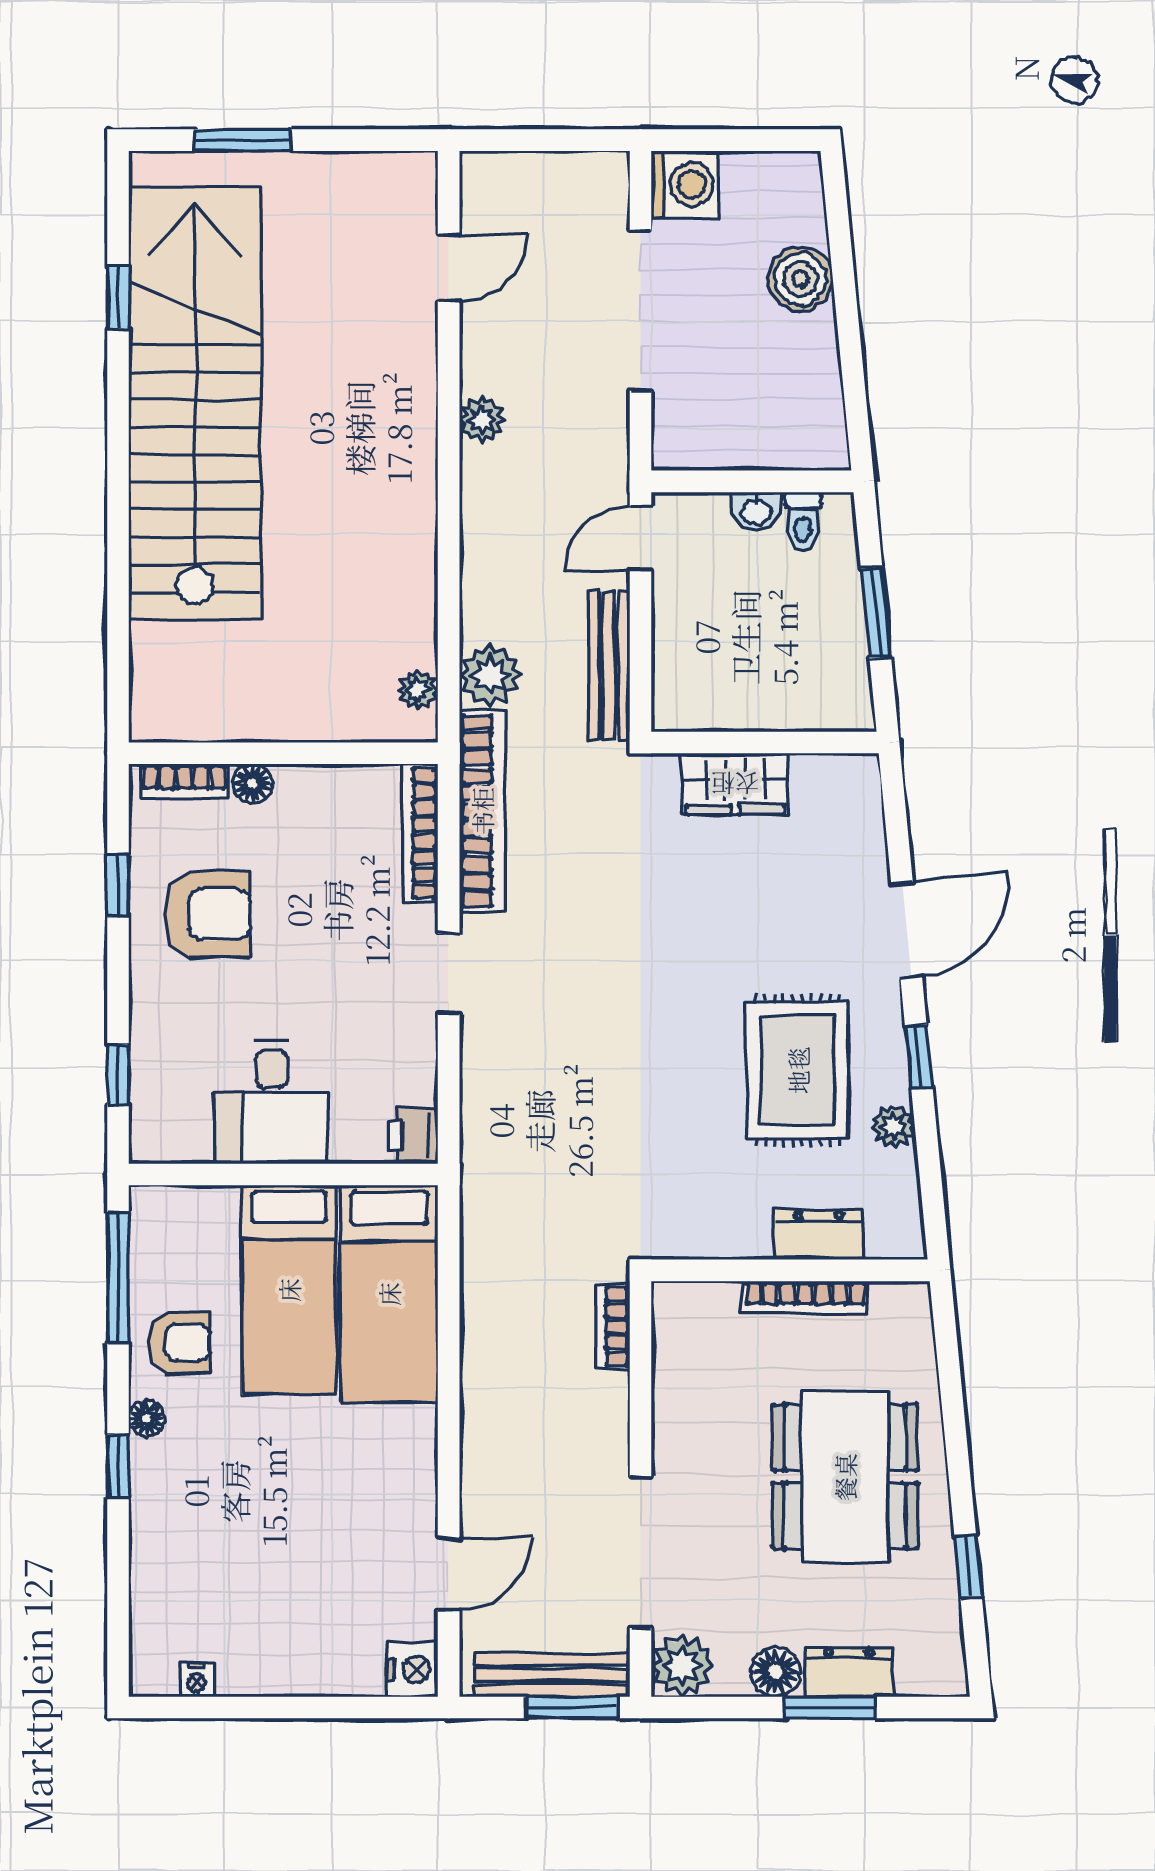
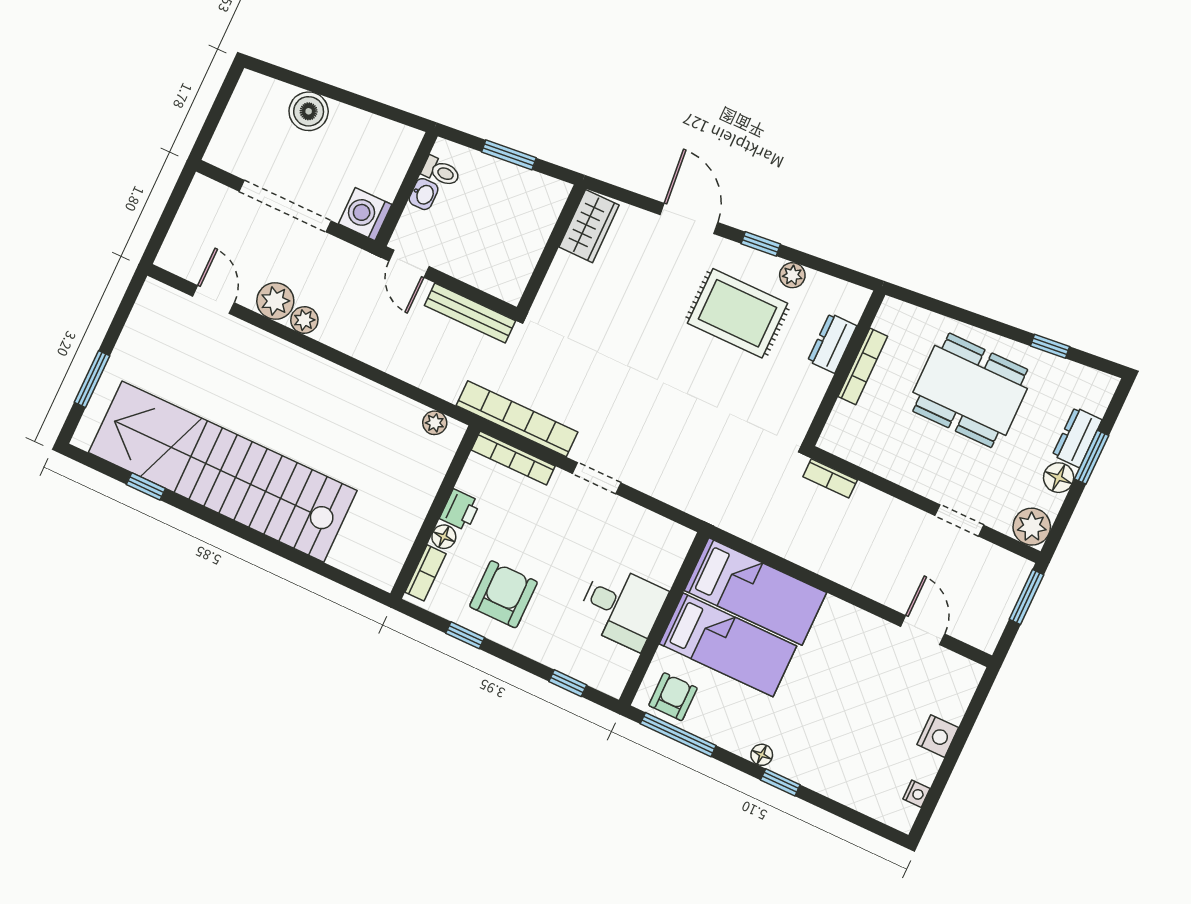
washing machine: (685, 184) -> (365, 214), moved, turned -90
plant: (490, 675) -> (275, 301), moved
wardrobe: (735, 784) -> (589, 226), moved
printer: (413, 1136) -> (460, 510), moved, turned -90
armchair: (179, 1343) -> (673, 697), moved
doorway: (641, 1552) -> (959, 520), width x0.53
nightstand: (413, 1669) -> (938, 736), moved, turned 90
bench: (552, 1675) -> (1004, 599), removed

